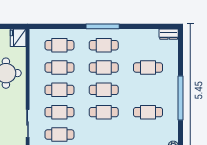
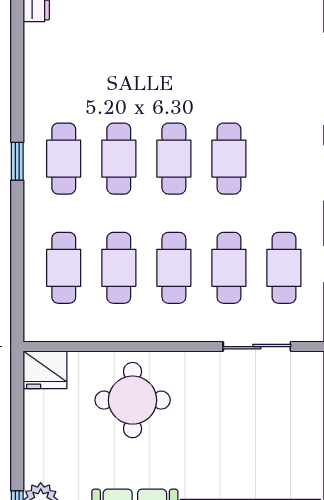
window: (103, 26) -> (17, 161), width x0.46
cafe table: (148, 68) -> (119, 49), removed
cafe table: (148, 112) -> (229, 49), removed

